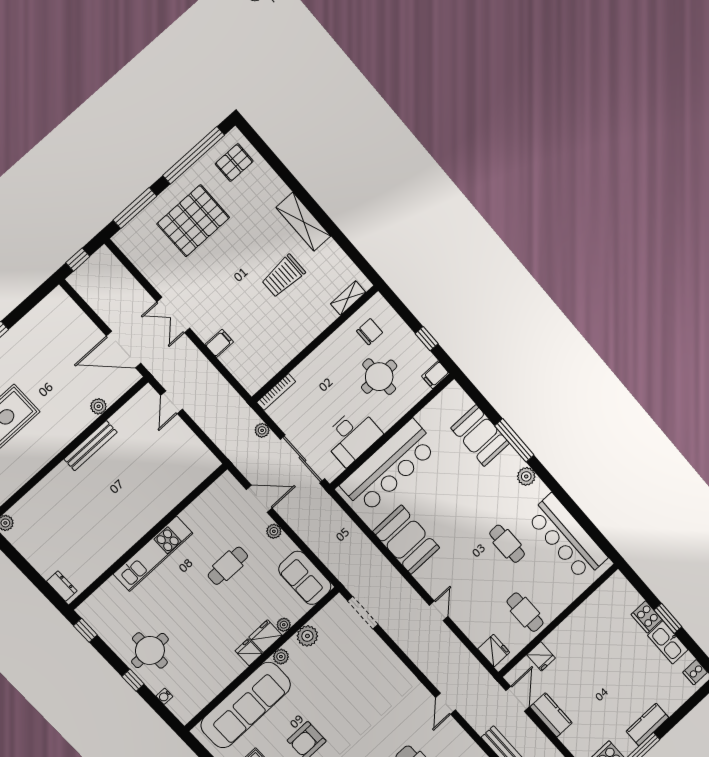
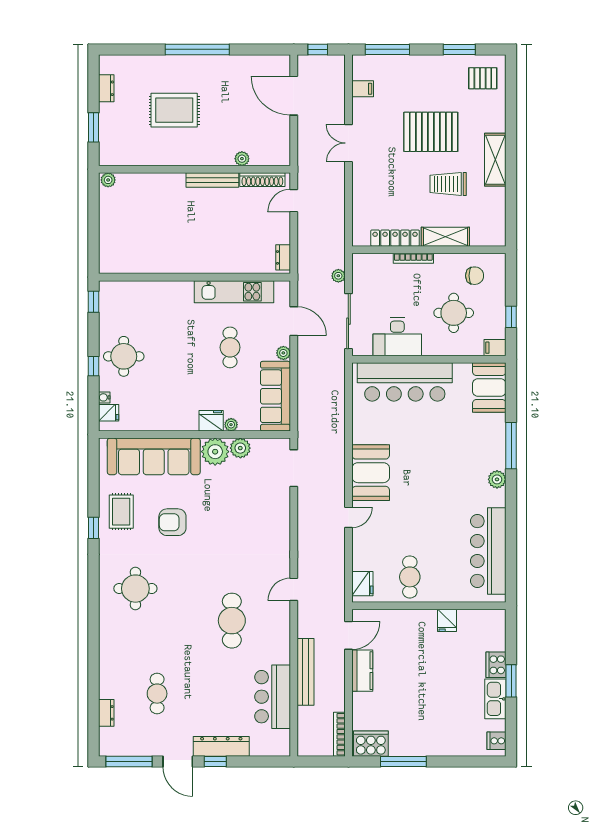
window: (194, 155) -> (459, 49), width x0.47
pallet: (193, 221) -> (431, 132), moved
shelving: (348, 298) -> (445, 237), moved, width x1.50, depth x1.33
filing cabinet: (219, 343) -> (363, 89), moved
door: (124, 350) -> (294, 96), moved
locker: (280, 359) -> (395, 238), added
bookcase: (276, 392) -> (413, 258), moved
shoe rack: (131, 408) -> (262, 180), added
booth: (480, 436) -> (489, 388), moved
booth: (406, 540) -> (371, 473), moved
cafe table: (507, 544) -> (440, 515), removed
kitchen unit: (153, 554) -> (234, 292), moved
cafe table: (228, 566) -> (230, 347), turned 90
sofa: (305, 578) -> (275, 396), width x1.36
dresser: (62, 586) -> (283, 257), moved, turned 180
fridge: (249, 652) -> (109, 413), moved, turned 90
fridge: (541, 656) -> (447, 620), moved
plant: (281, 657) -> (215, 452), width x1.87, depth x1.87
kitchen counter: (647, 724) -> (427, 746), removed

